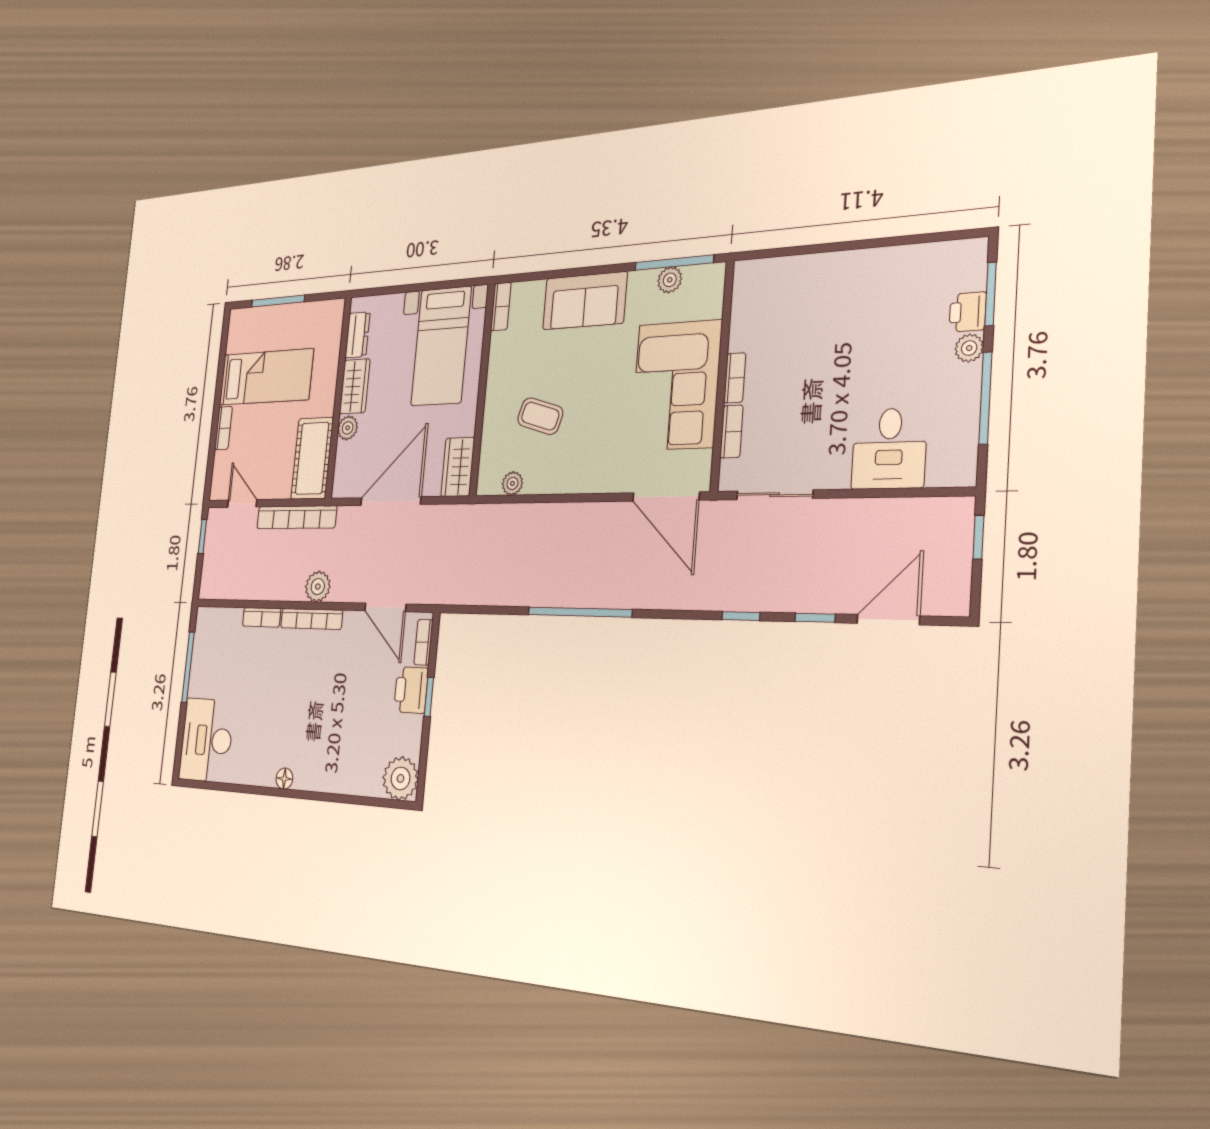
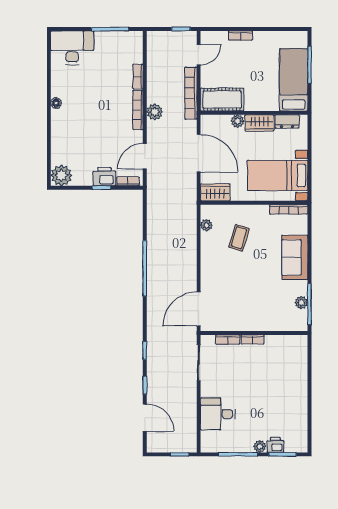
bookcase: (501, 306) -> (289, 209), width x1.56
bed: (266, 377) -> (294, 80), moved, turned 180
corner sofa: (676, 385) -> (250, 310), removed

